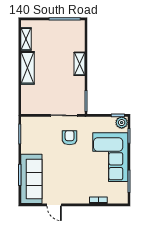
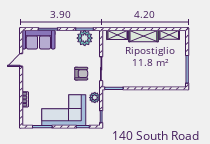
shelving: (80, 64) -> (117, 35), moved
plant: (122, 123) -> (95, 98), moved
plant: (30, 134) -> (85, 38), added
sofa: (31, 179) -> (38, 40), width x0.73

